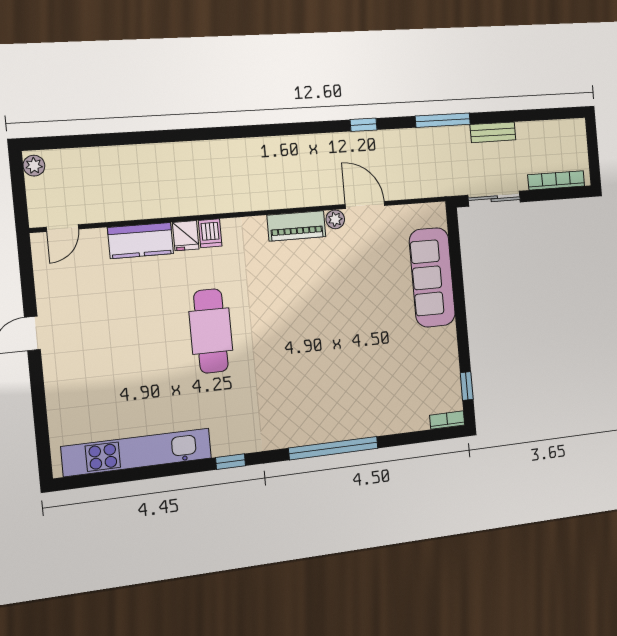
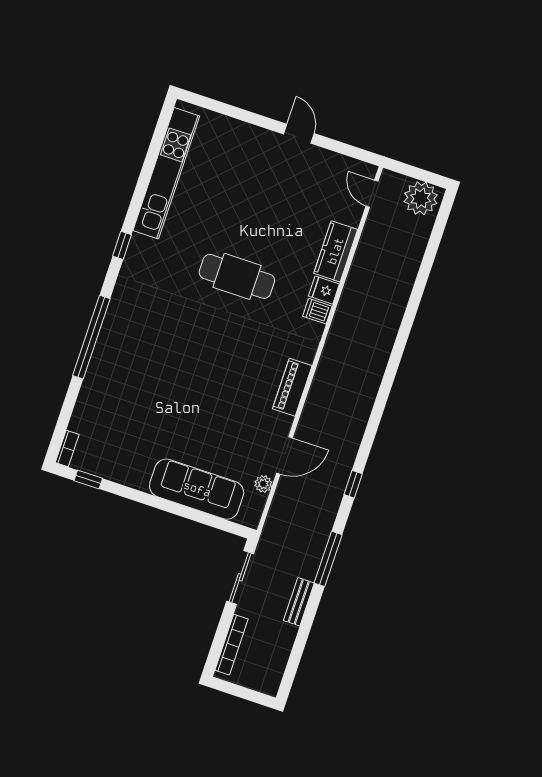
plant: (34, 166) -> (421, 198), width x1.87, depth x1.87
plant: (335, 219) -> (263, 484), moved

